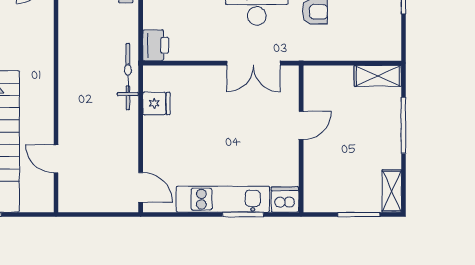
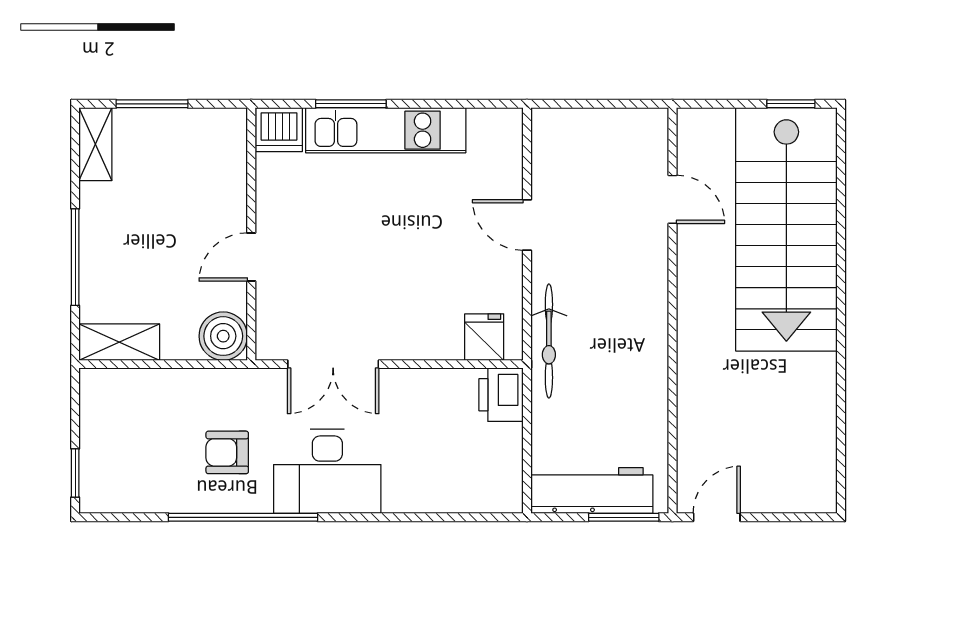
double door: (253, 63) -> (333, 364), swing flipped
boiler: (317, 79) -> (223, 336), added
fridge: (156, 103) -> (484, 337), moved, turned 90
door: (141, 187) -> (527, 225), moved

